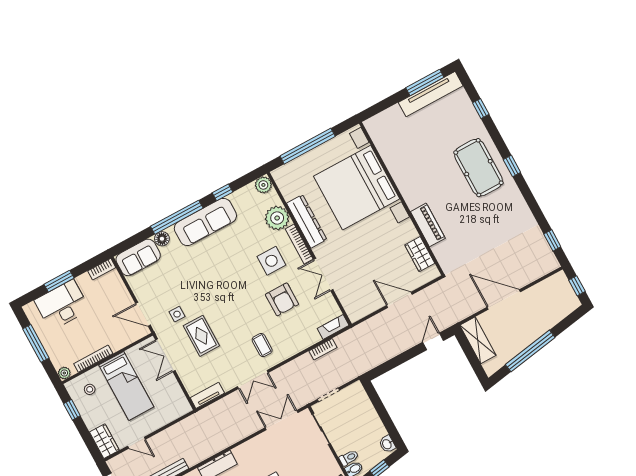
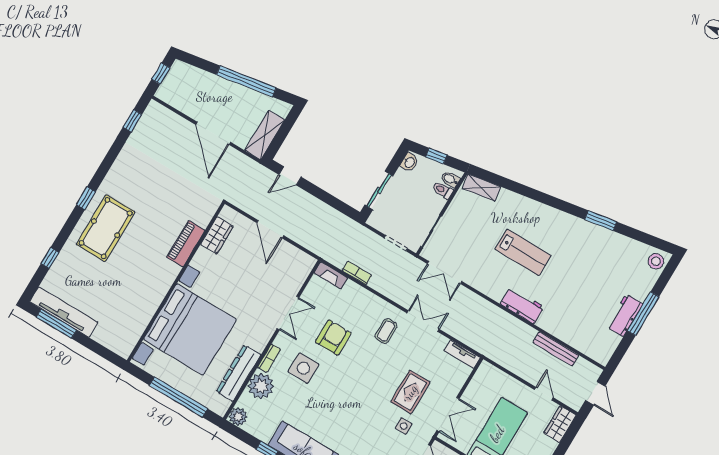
dresser: (307, 221) -> (238, 373), moved
bookcase: (299, 244) -> (269, 358), width x0.64
sliding door: (379, 406) -> (379, 190), added

